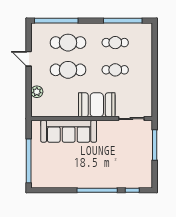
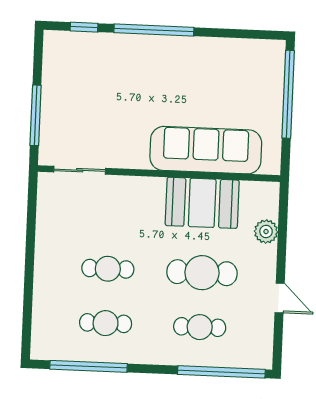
cafe table: (68, 43) -> (200, 327), width x0.73, depth x0.74
booth: (97, 105) -> (202, 203), moved

